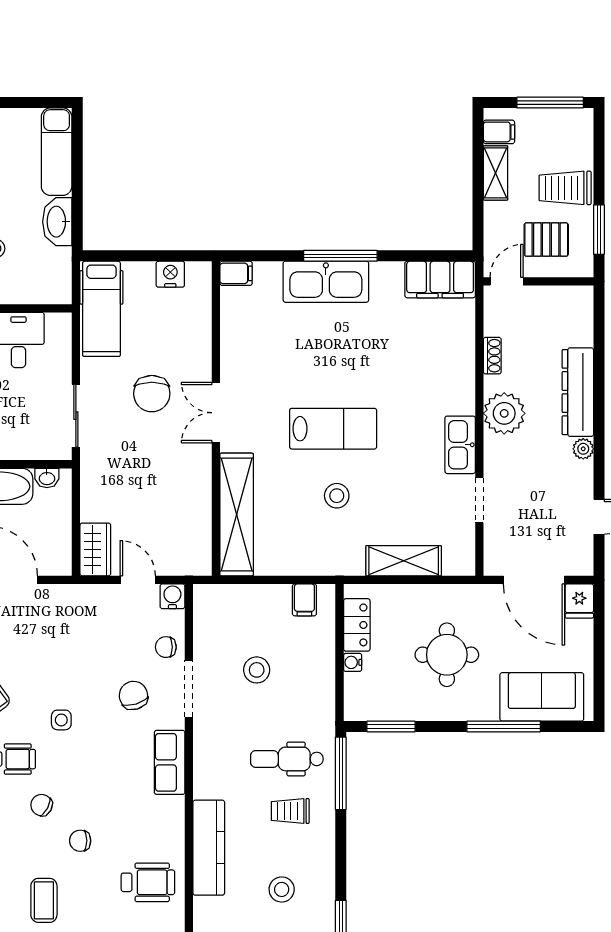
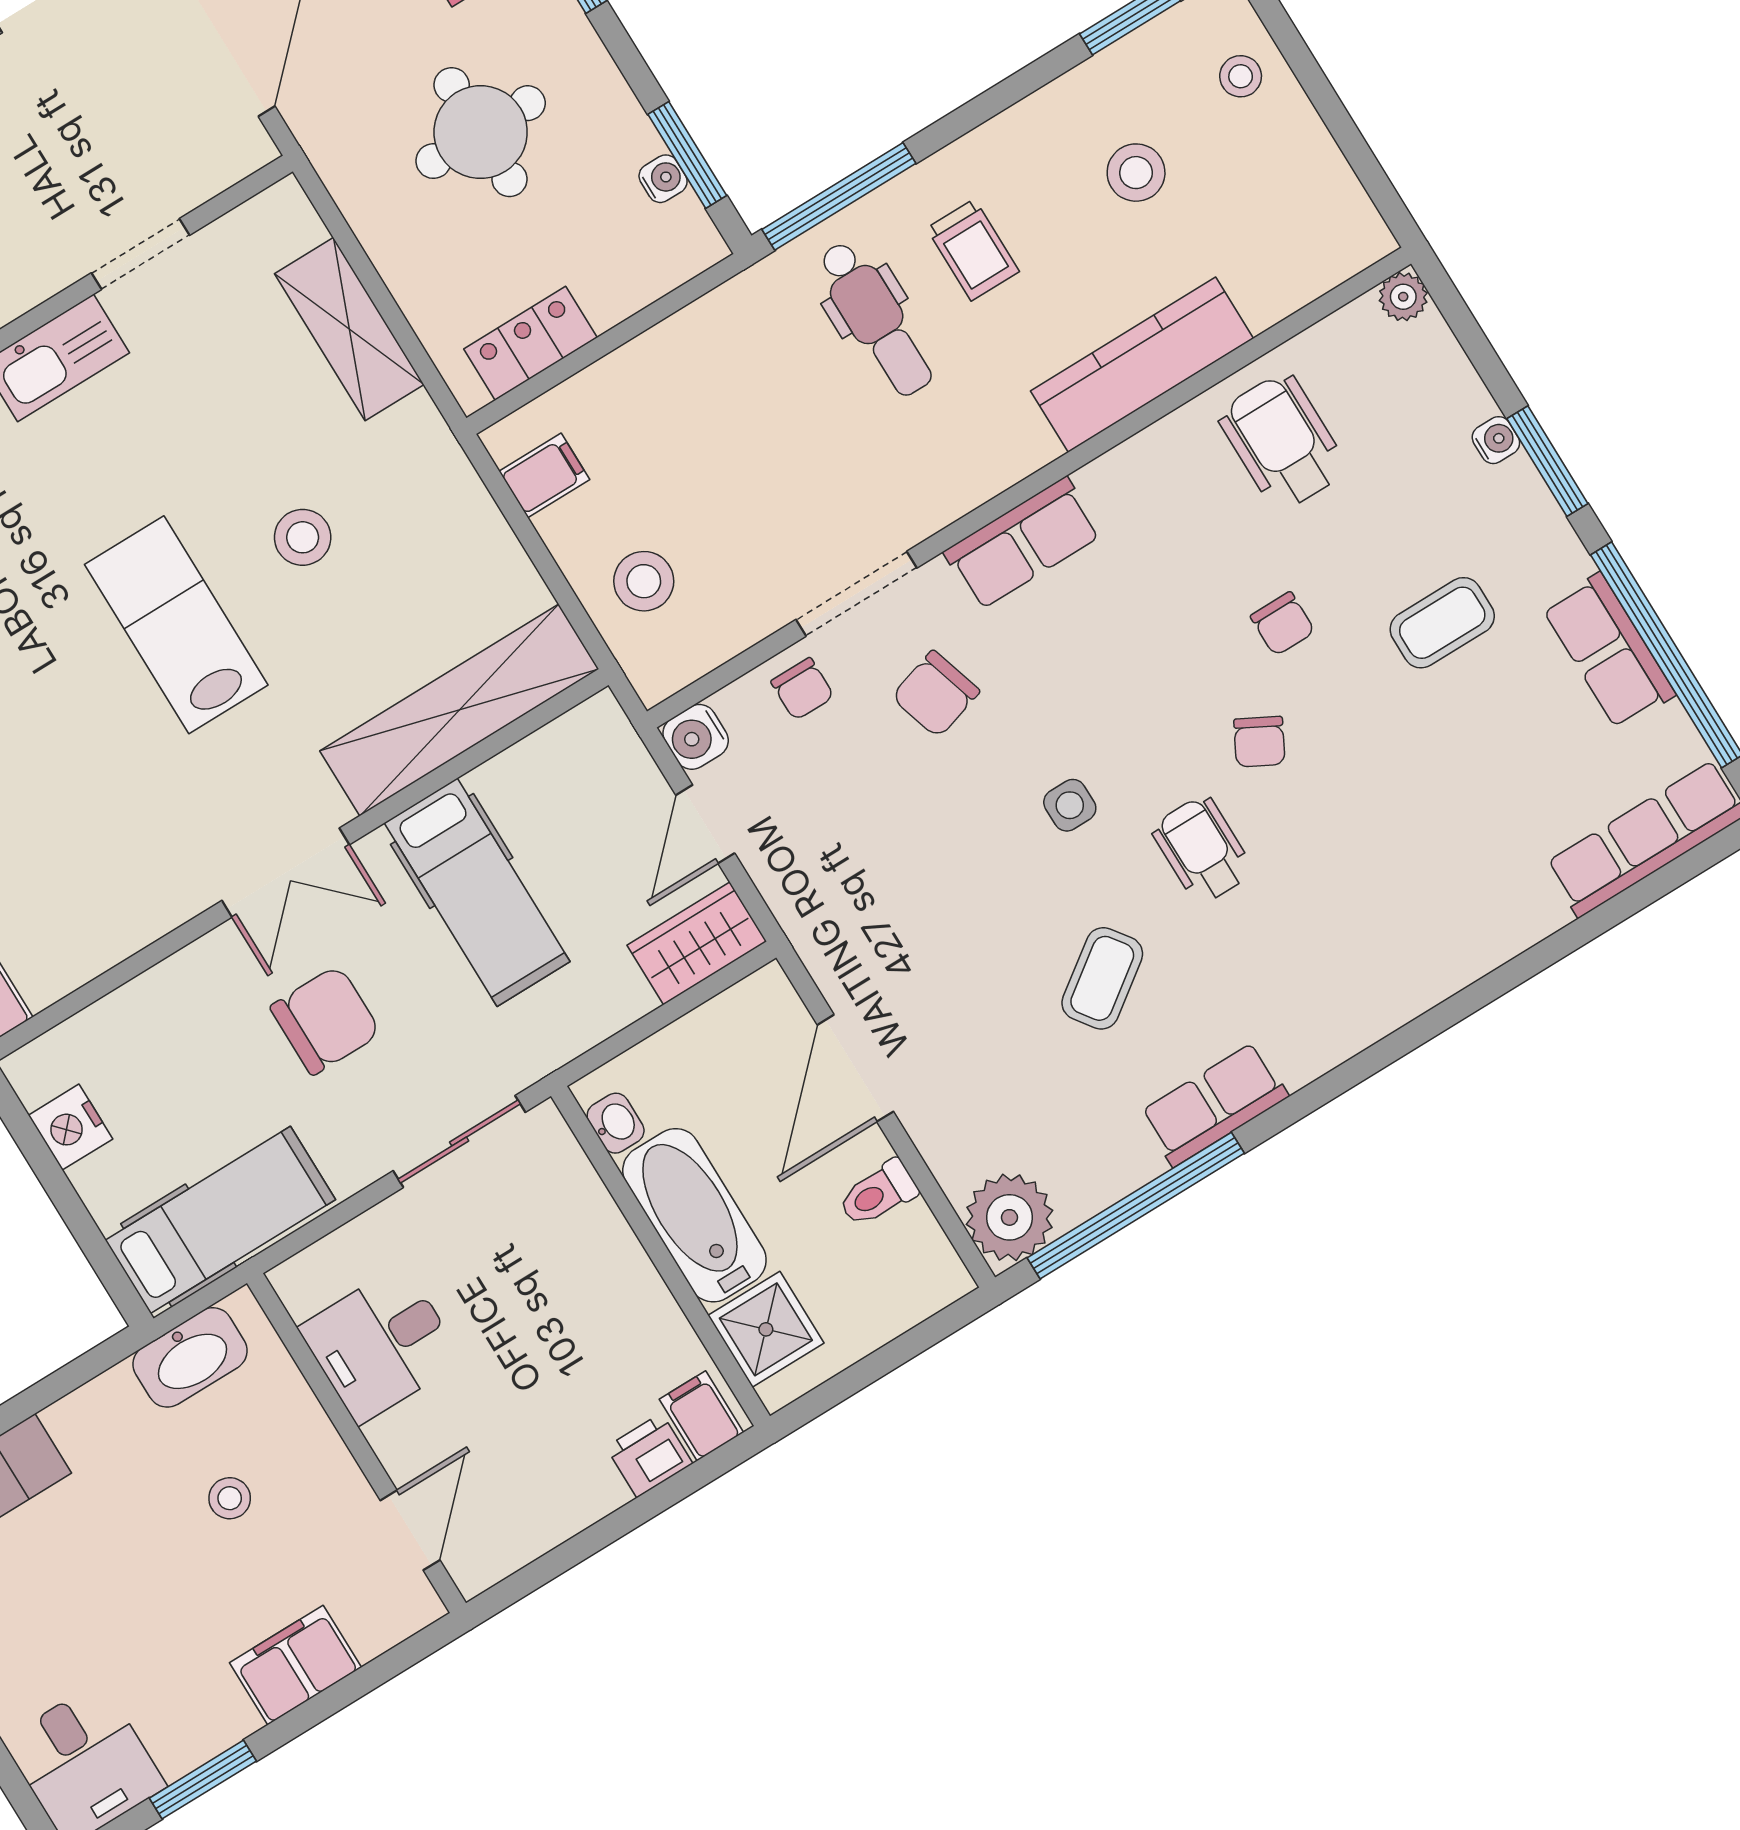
washbasin: (57, 222) -> (190, 1357), moved
hospital bed: (165, 479) -> (477, 892), added
water cooler: (353, 662) -> (663, 179), moved, turned -90
stool: (257, 670) -> (644, 581), moved

